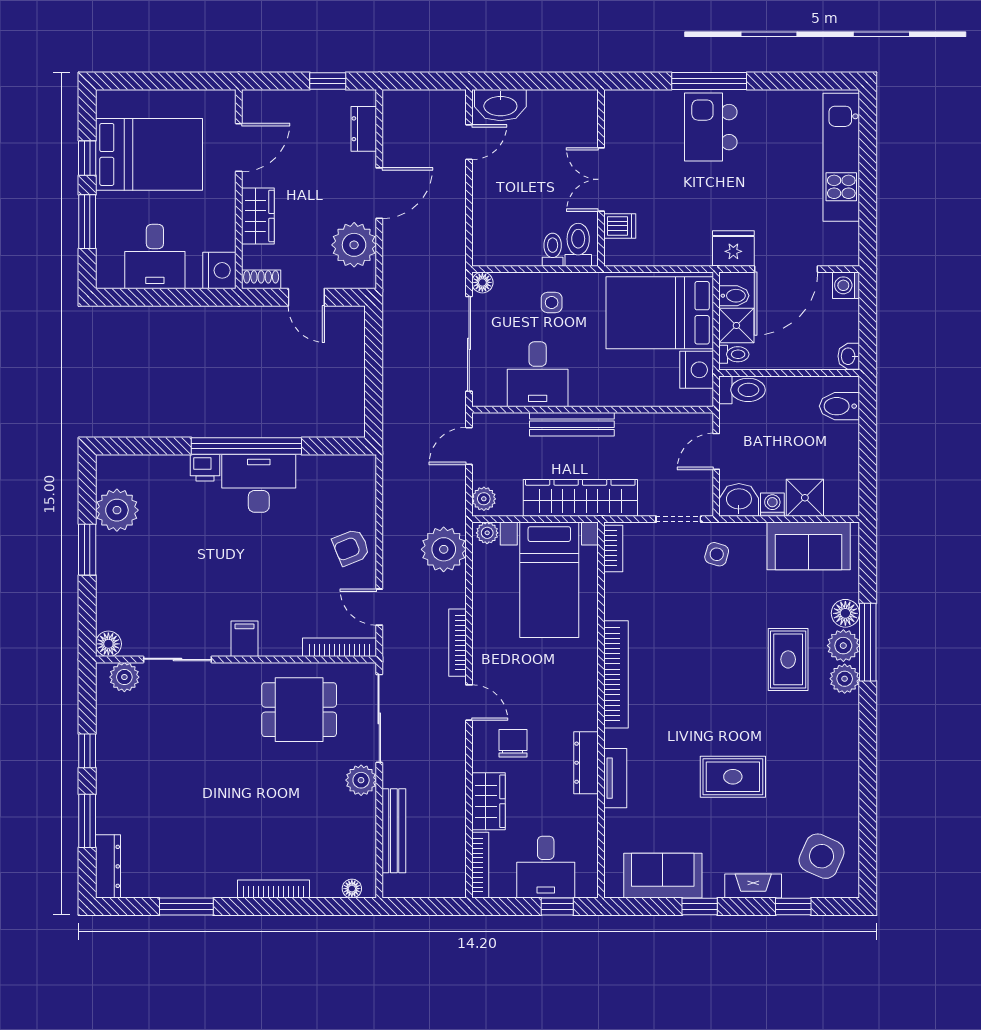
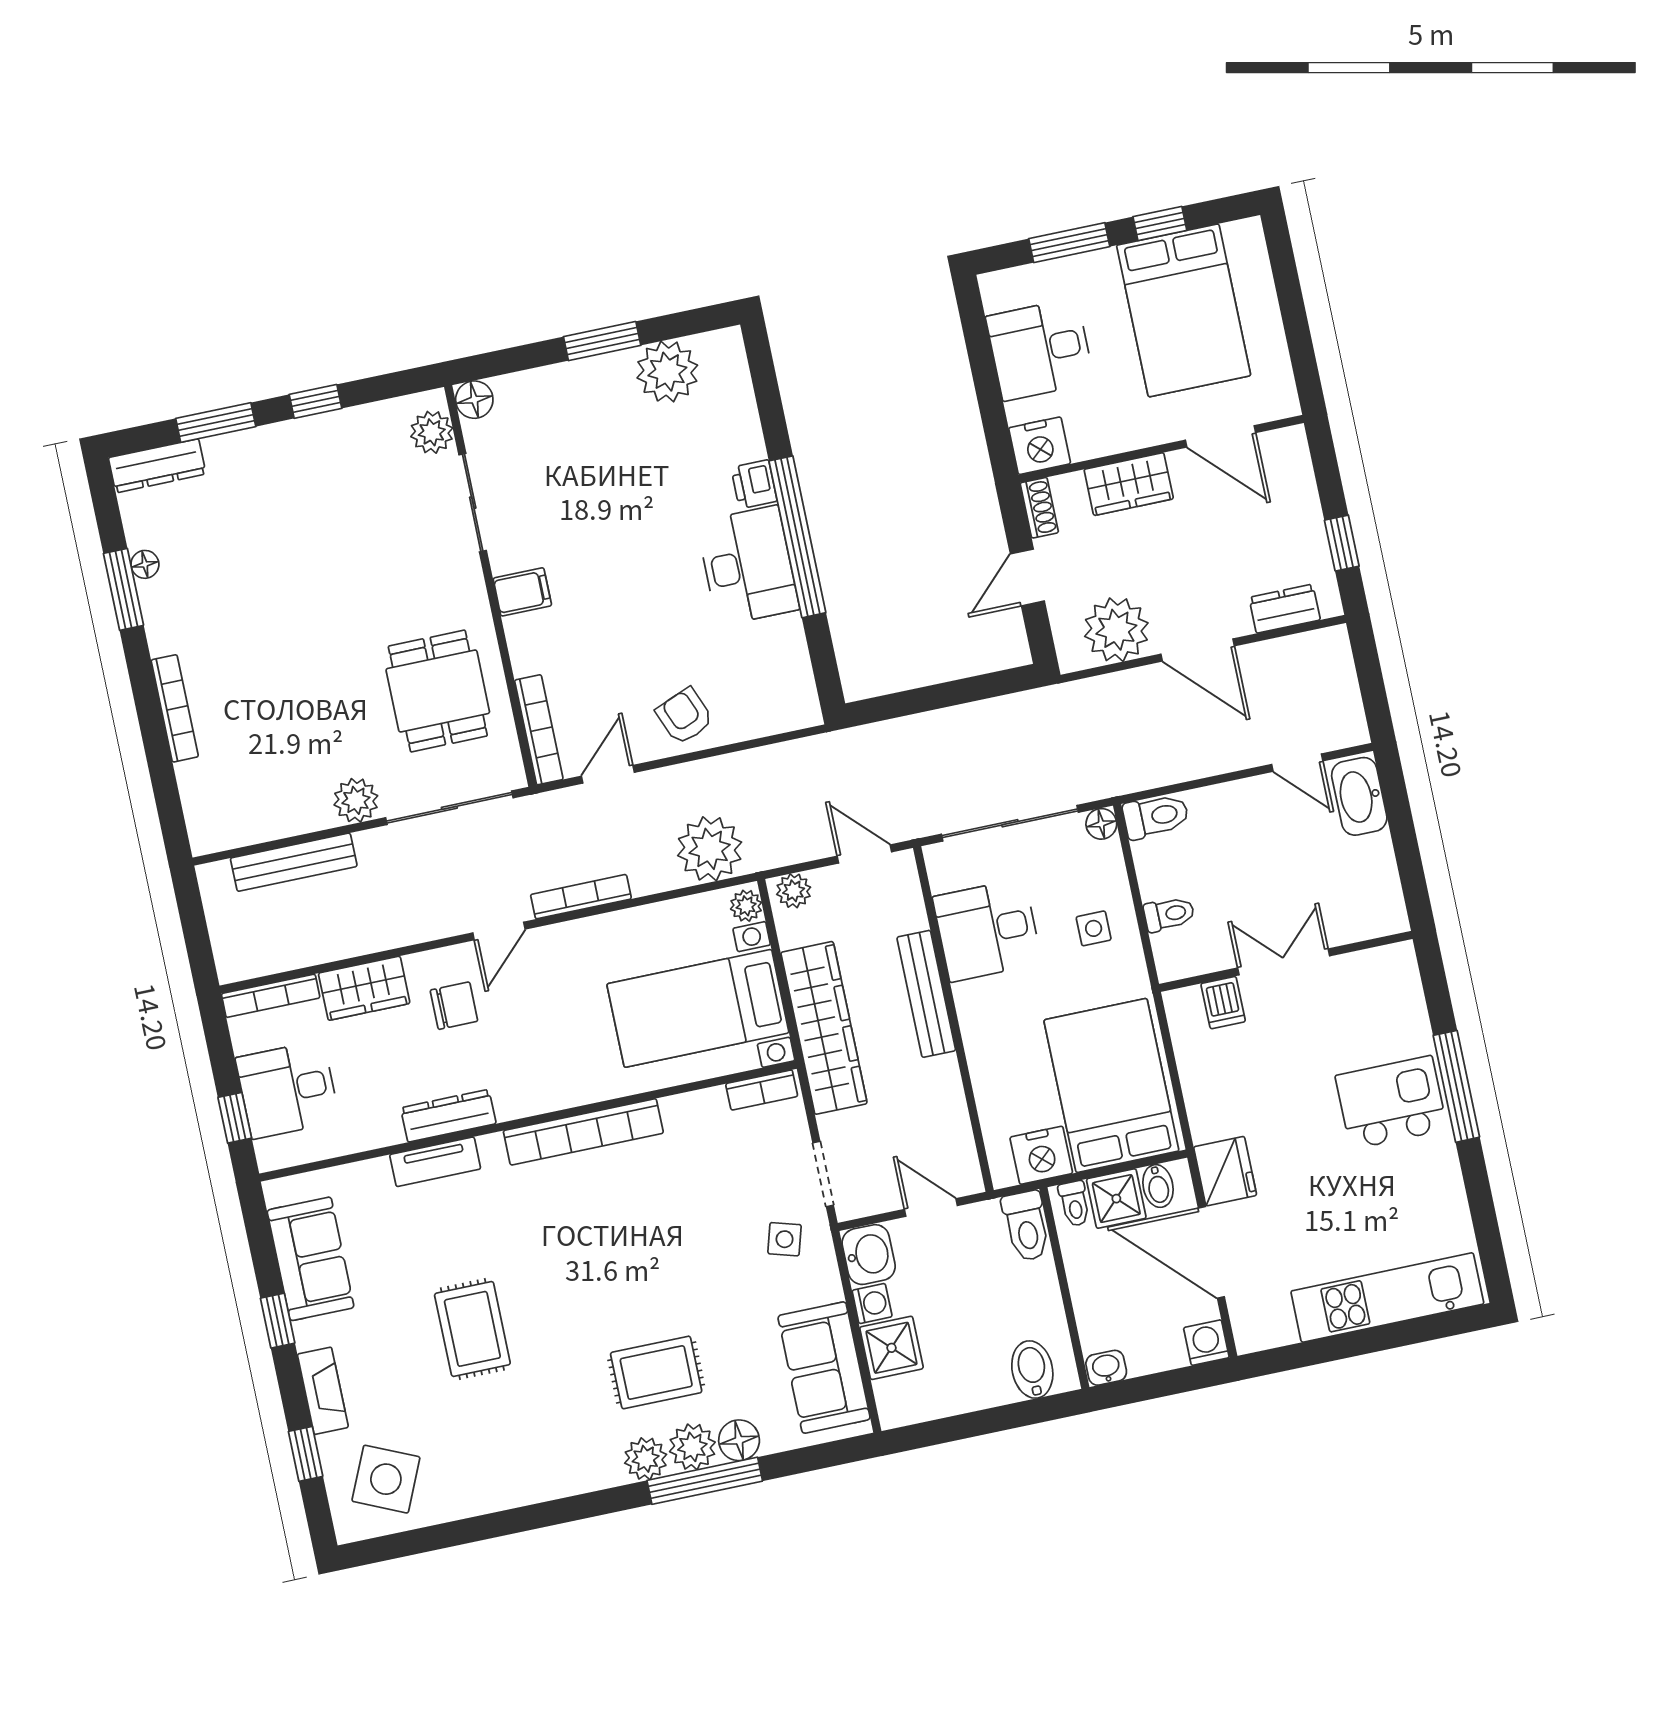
toilet: (578, 245) -> (1156, 816), moved
floor lamp: (352, 889) -> (145, 564), moved

